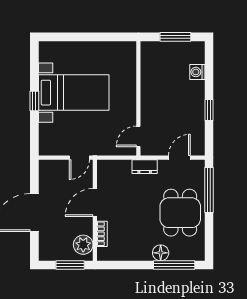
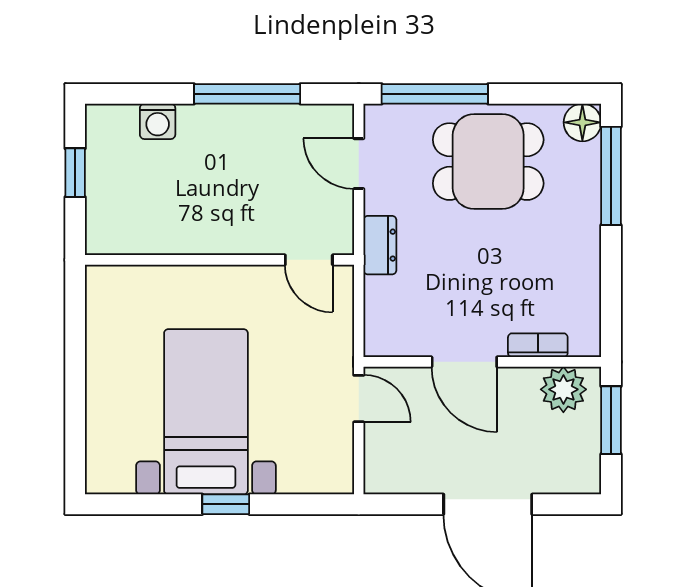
window: (175, 37) -> (75, 173), width x0.67
window: (209, 110) -> (247, 94), width x2.17
floor lamp: (161, 253) -> (582, 122), moved

